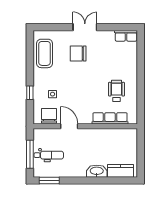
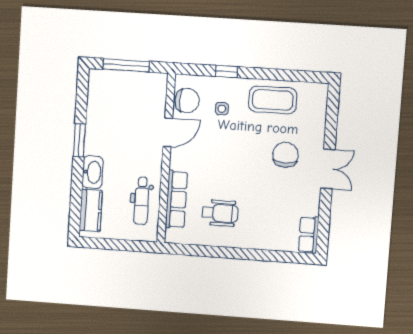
coffee table: (45, 53) -> (273, 100), moved
dental chair: (49, 155) -> (142, 201), moved
window: (49, 181) -> (79, 140), moved

